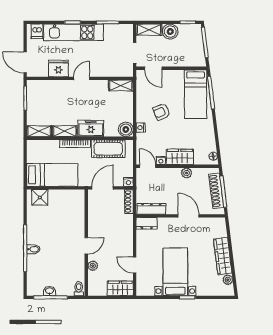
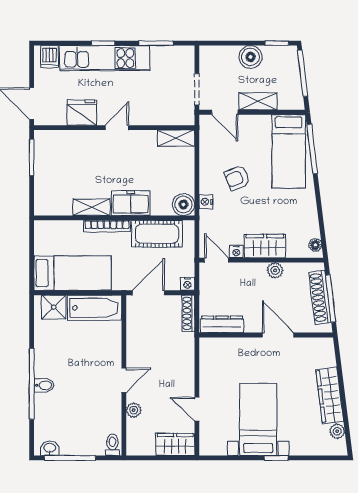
shelving: (149, 30) -> (258, 101), moved
shelving: (39, 131) -> (53, 207), removed
bathtub: (67, 198) -> (94, 308), added
dresser: (147, 223) -> (215, 346), removed
washbasin: (50, 291) -> (50, 448), moved

